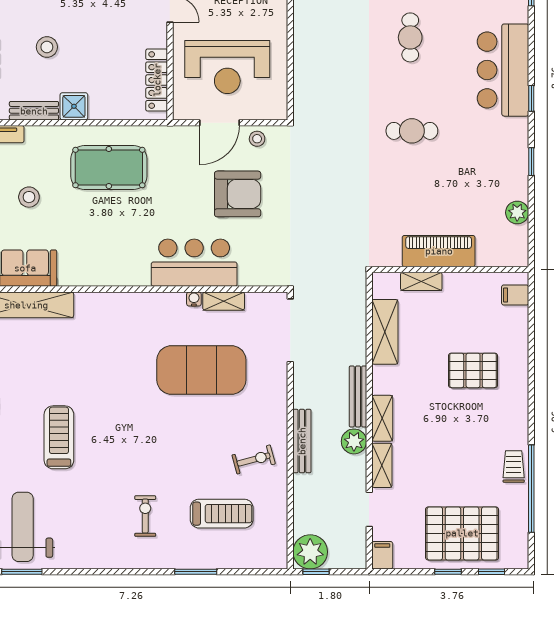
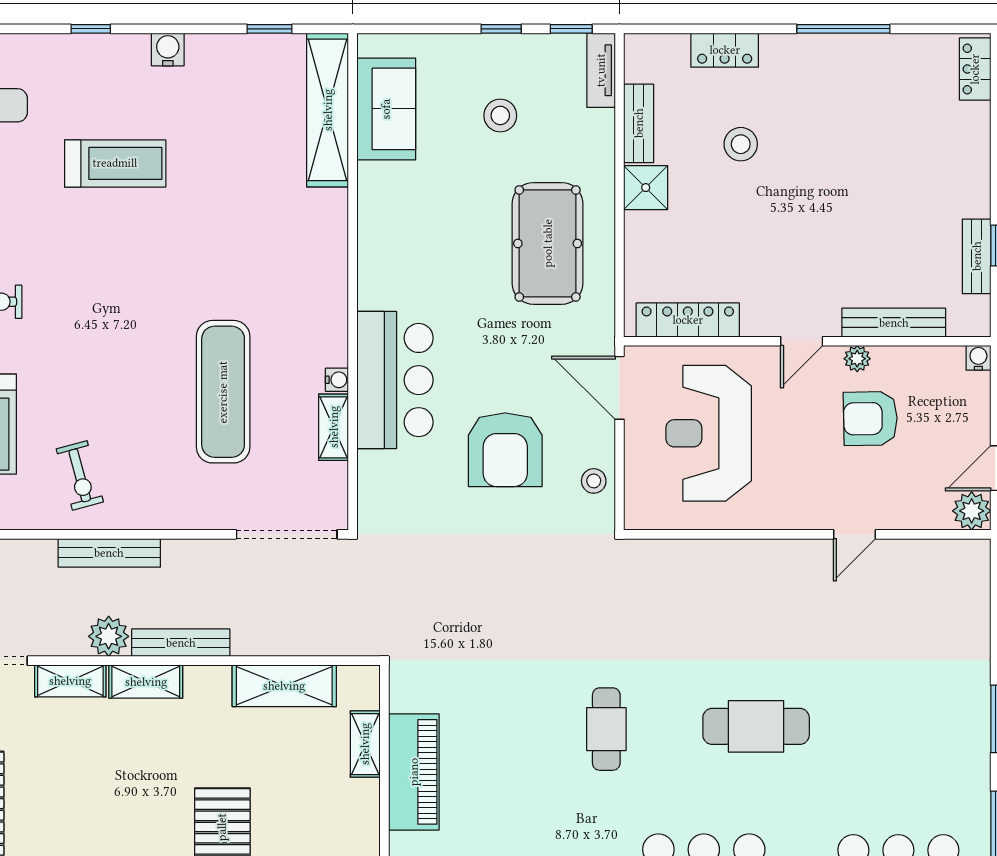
cafe table: (410, 37) -> (756, 726), width x1.37, depth x1.35
door: (220, 123) -> (619, 388), moved
exercise mat: (201, 370) -> (223, 392), width x0.68

